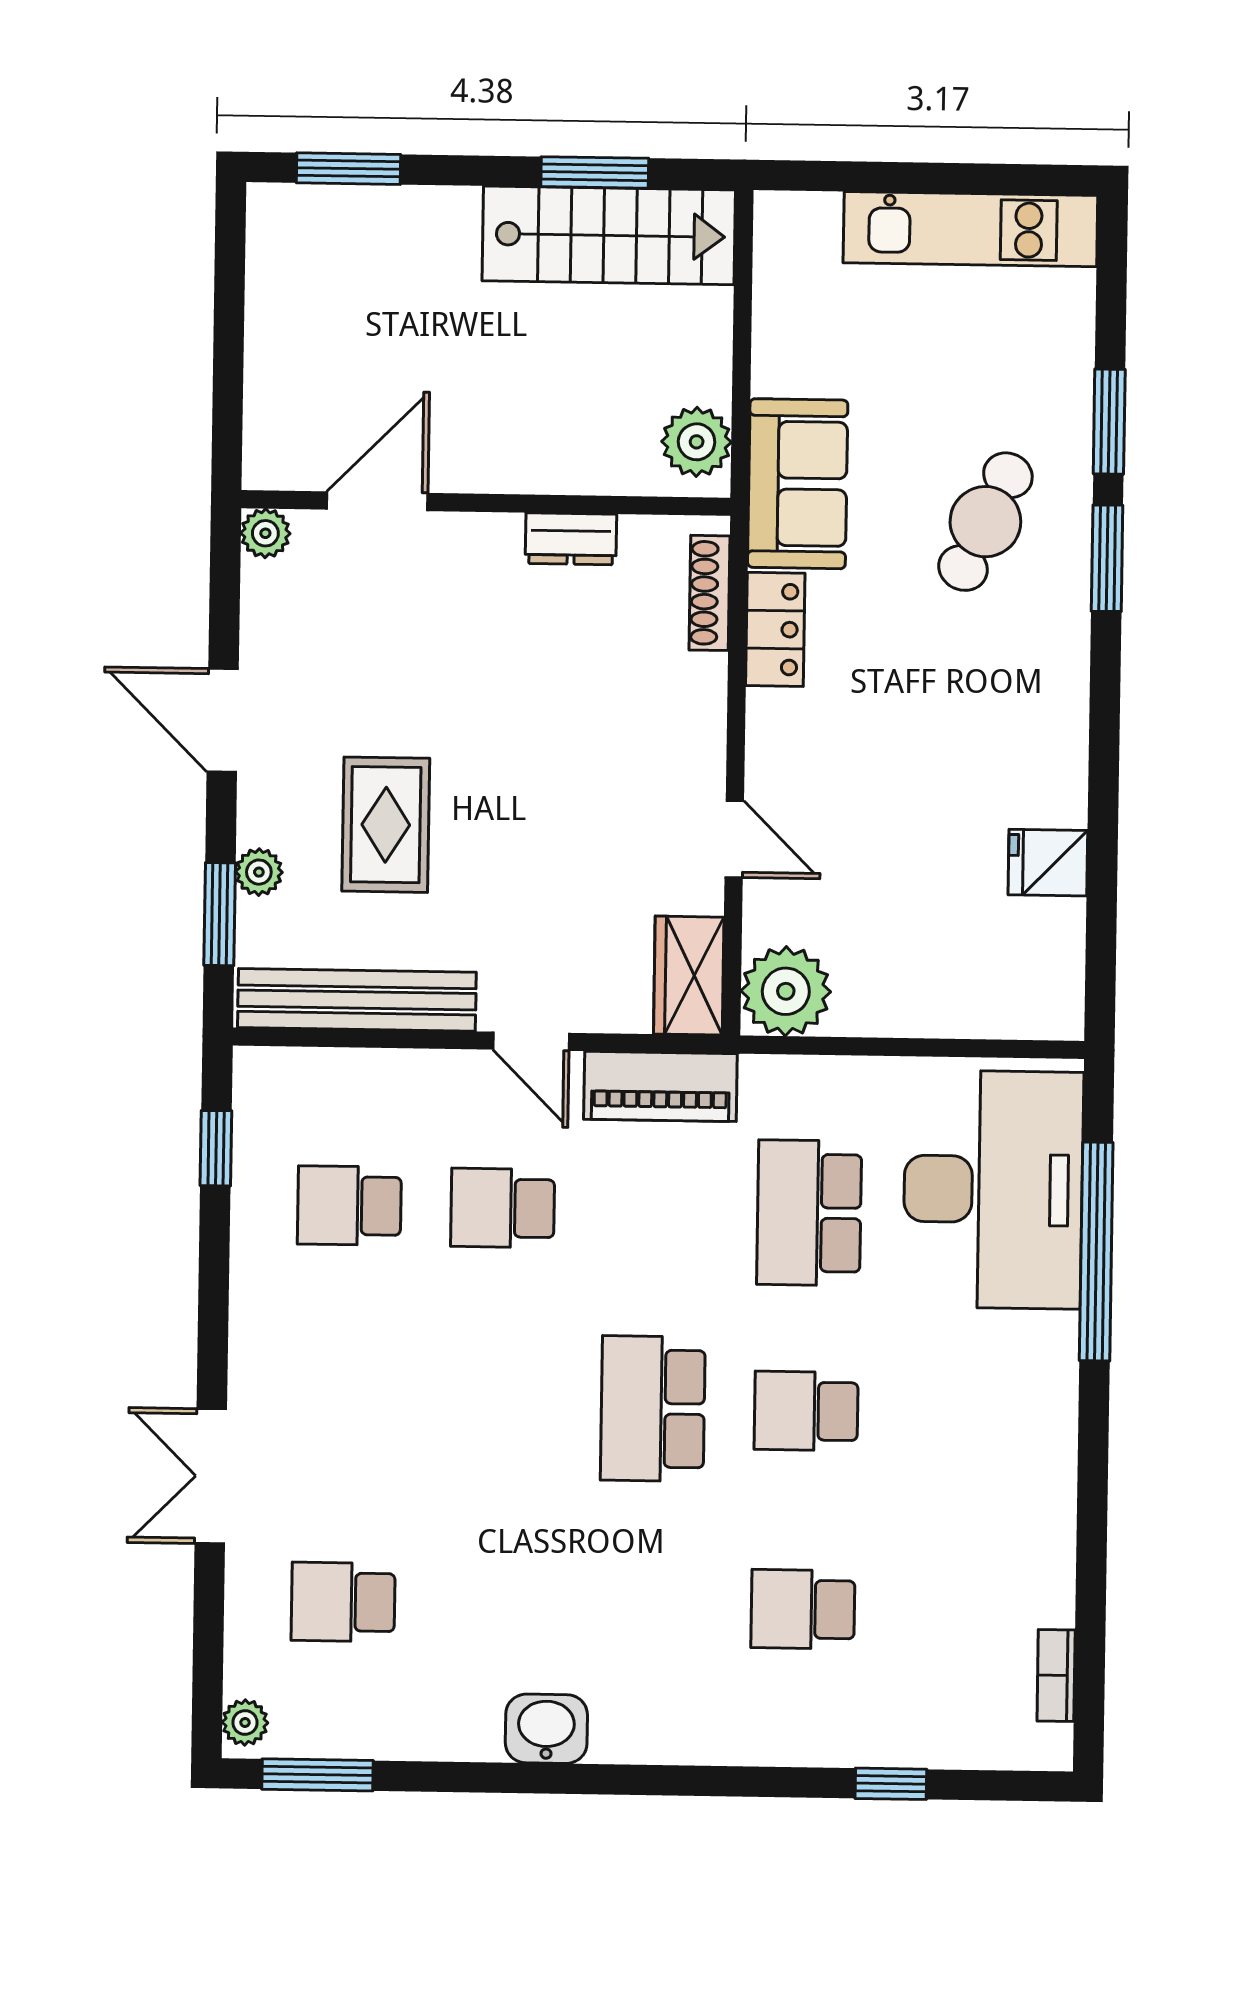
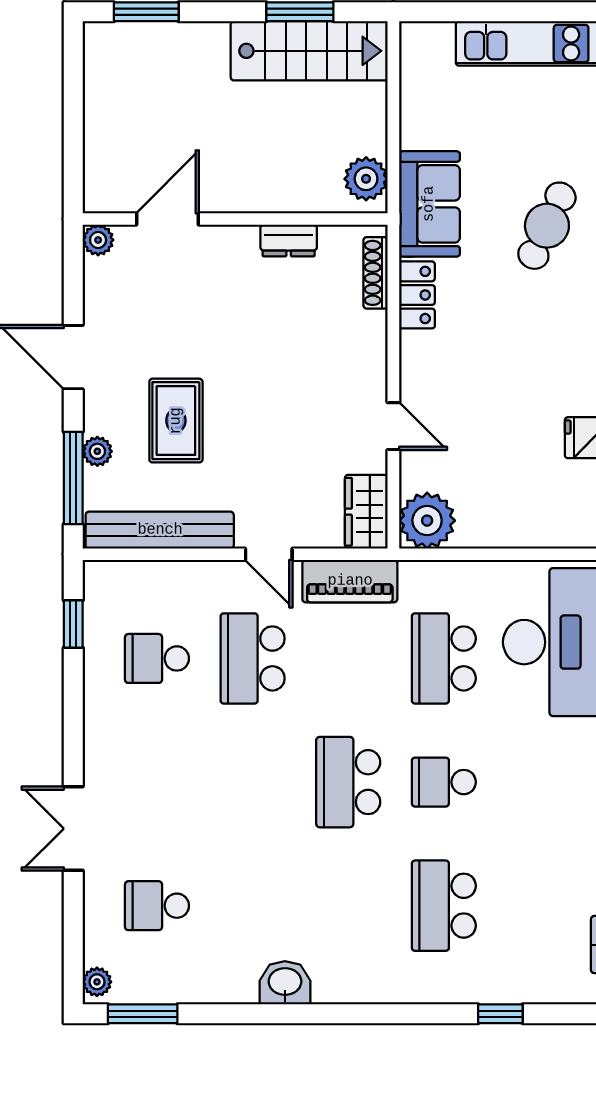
window: (220, 914) -> (73, 478), width x1.44
school desk: (503, 1208) -> (253, 658), width x1.85
school desk: (803, 1609) -> (444, 906), width x1.85

